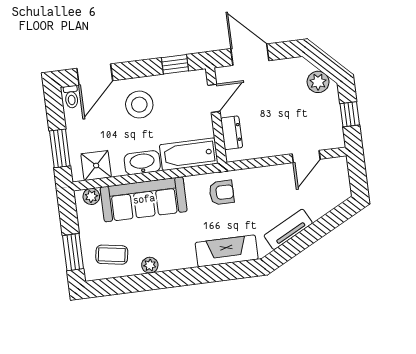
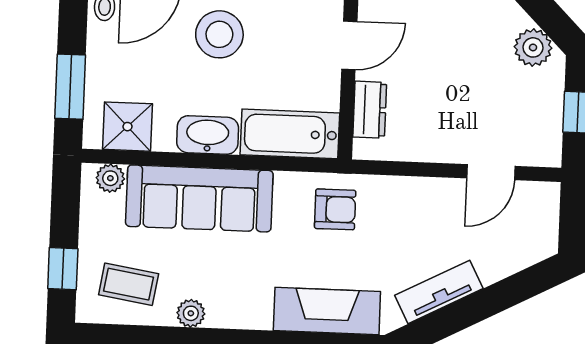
window: (73, 252) -> (63, 269), width x0.67

